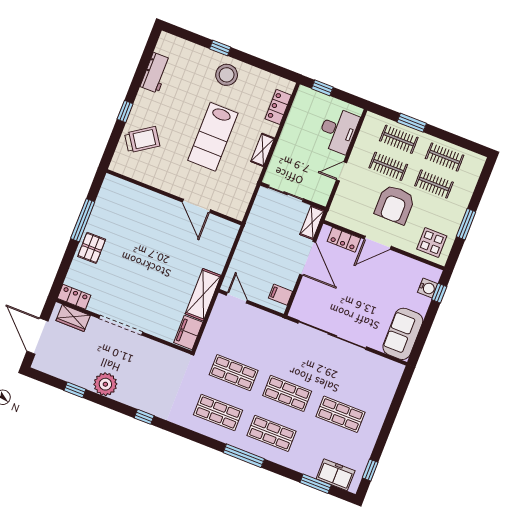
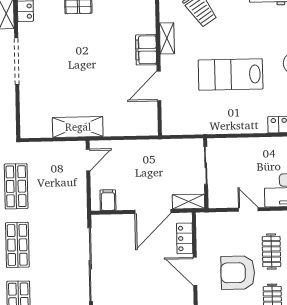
shelving: (263, 150) -> (167, 38), moved, turned 90
filing cabinet: (188, 332) -> (146, 50), moved, turned -90

